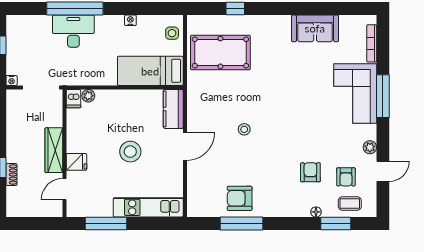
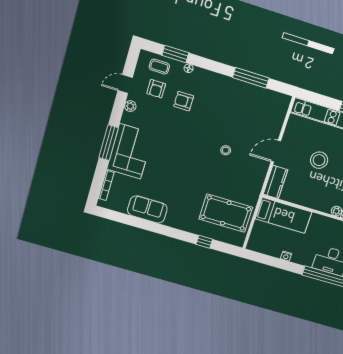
side table: (172, 33) -> (258, 238), removed
armchair: (310, 172) -> (184, 101), turned 90
armchair: (346, 177) -> (156, 89), turned 180
armchair: (240, 198) -> (246, 98), removed

